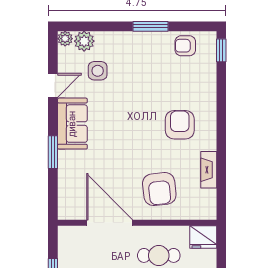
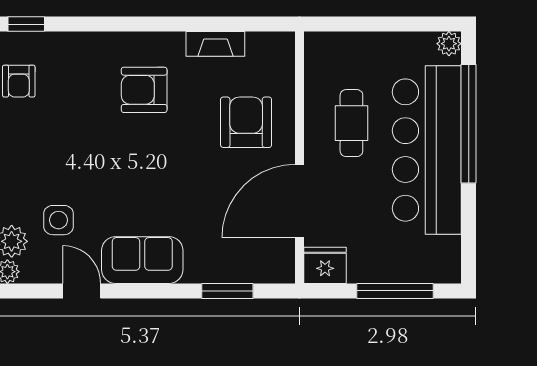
window: (53, 152) -> (227, 291), moved
armchair: (159, 189) -> (246, 122), turned -84
fridge: (203, 237) -> (325, 265), moved, turned -90

